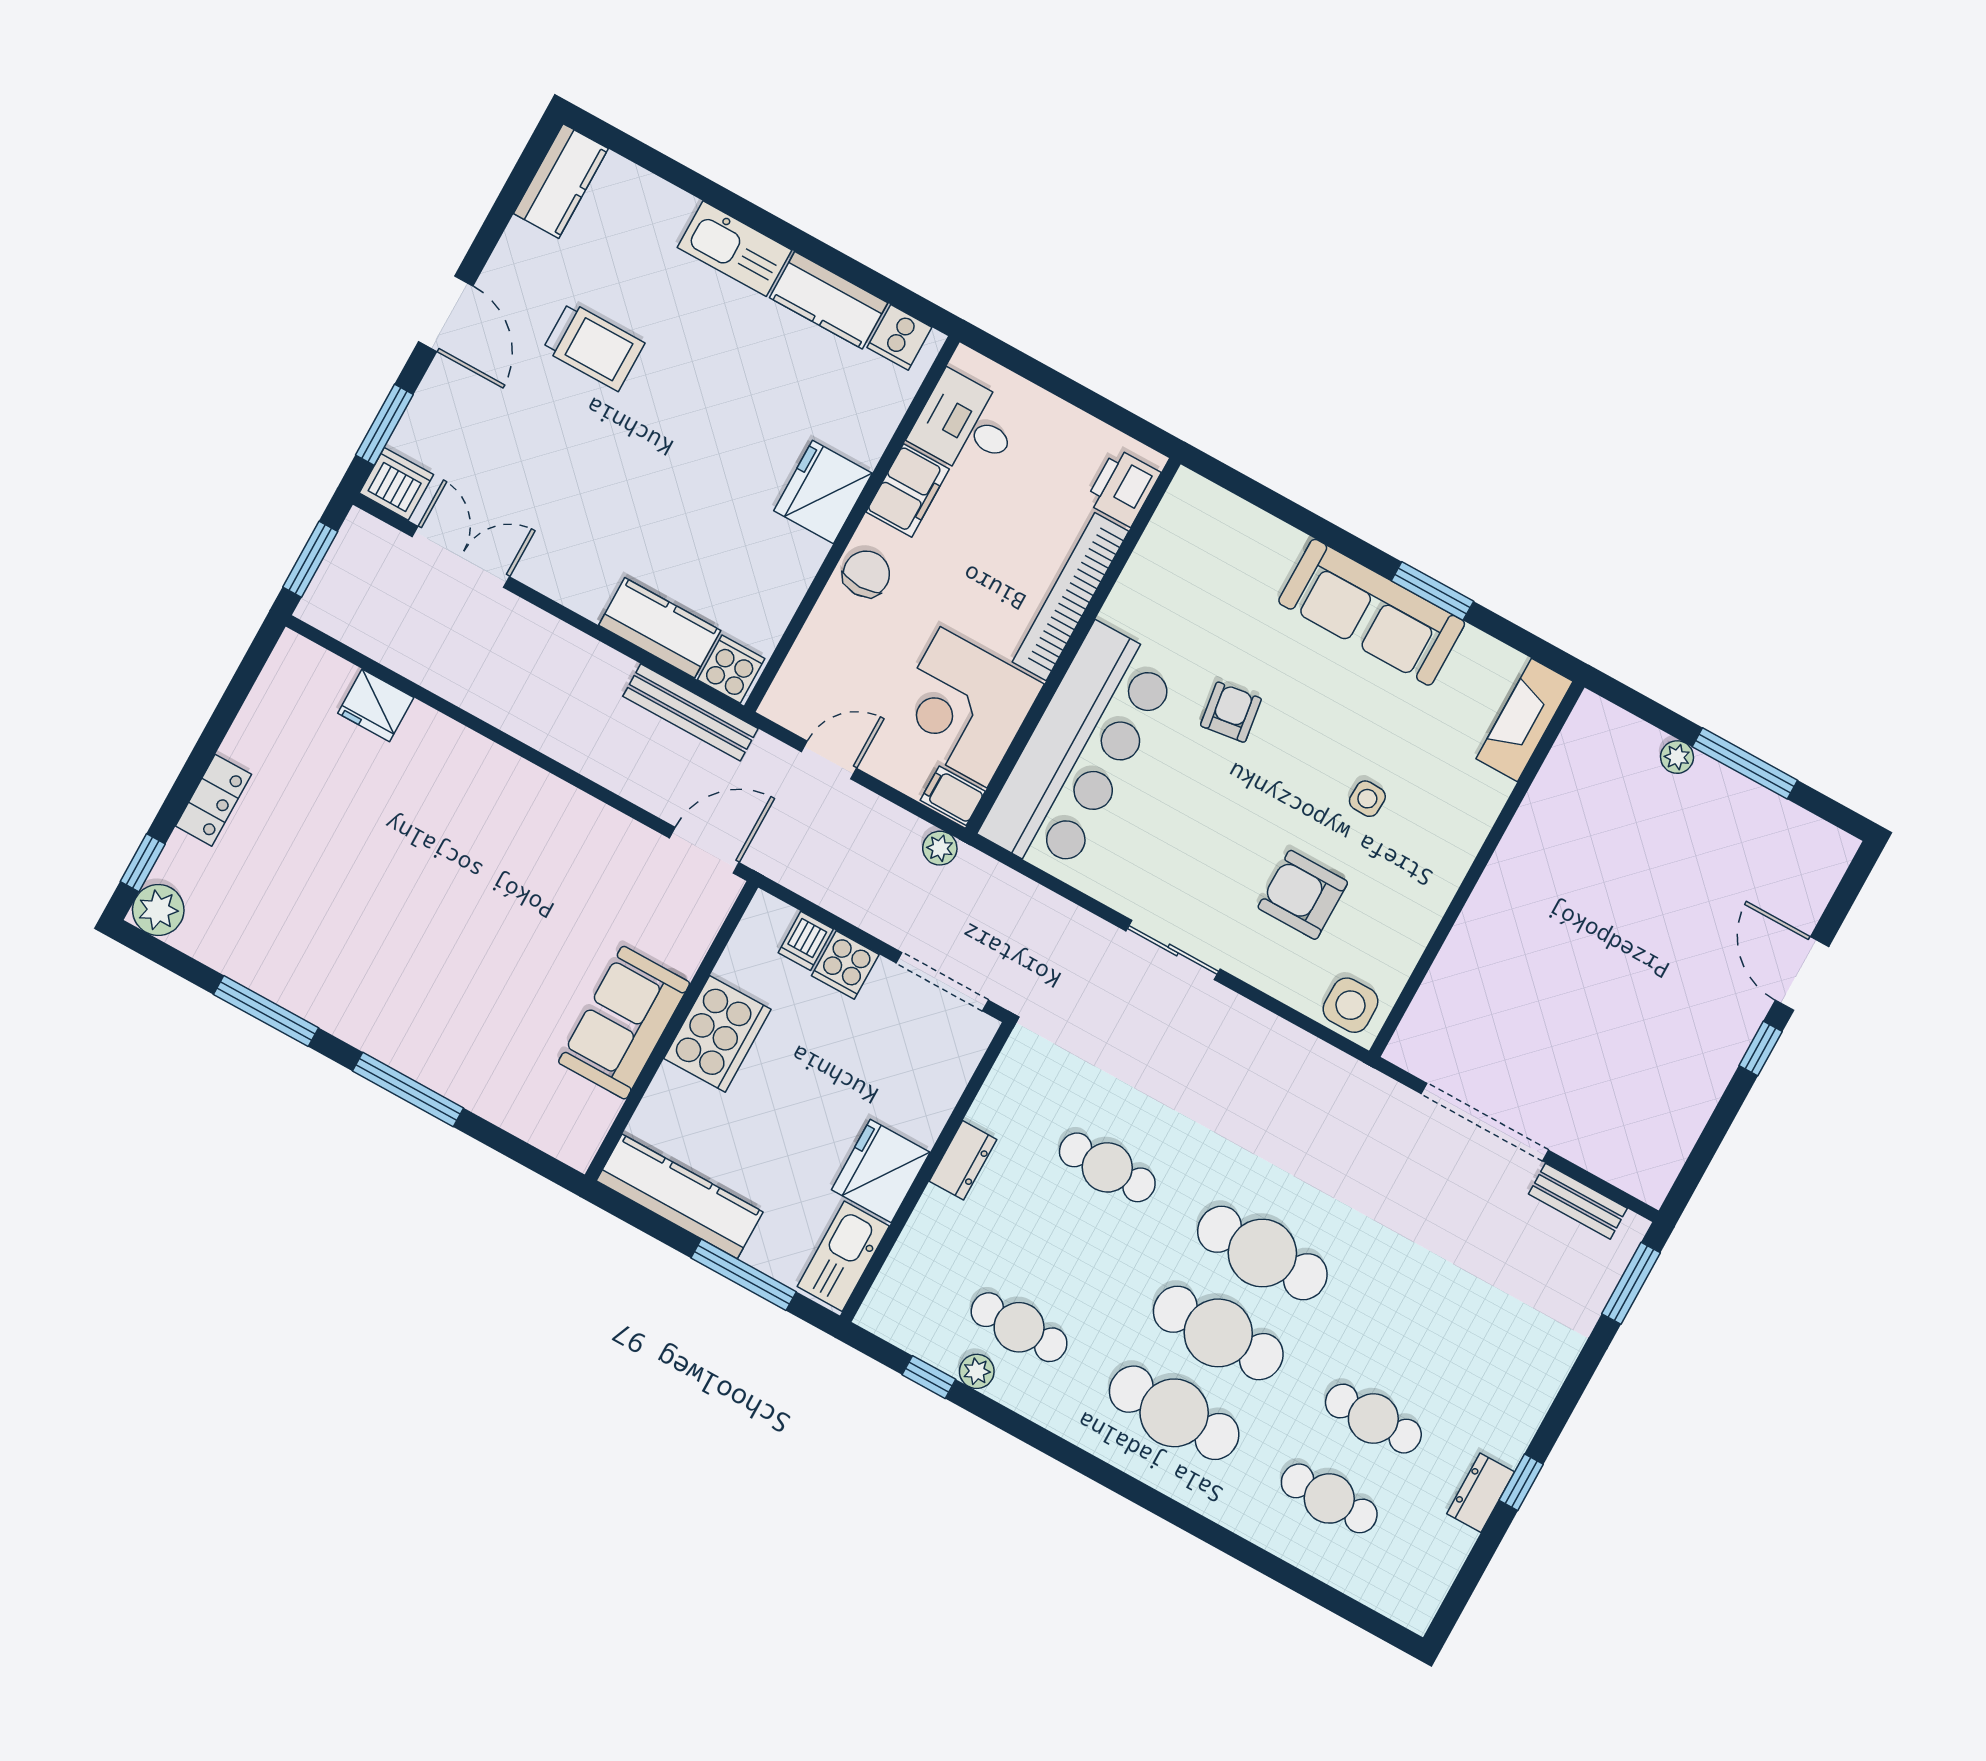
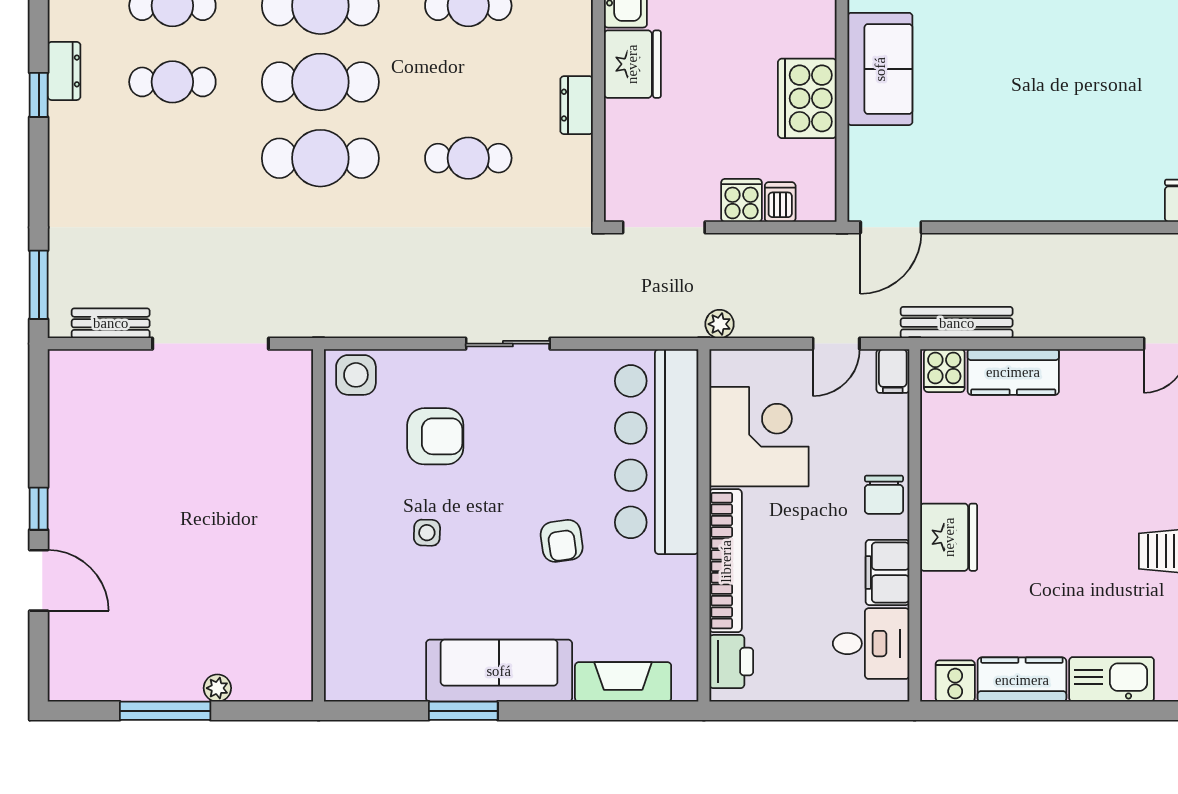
fireplace: (1525, 720) -> (623, 682), moved, turned -90
filing cabinet: (953, 796) -> (893, 371), moved, turned 90

